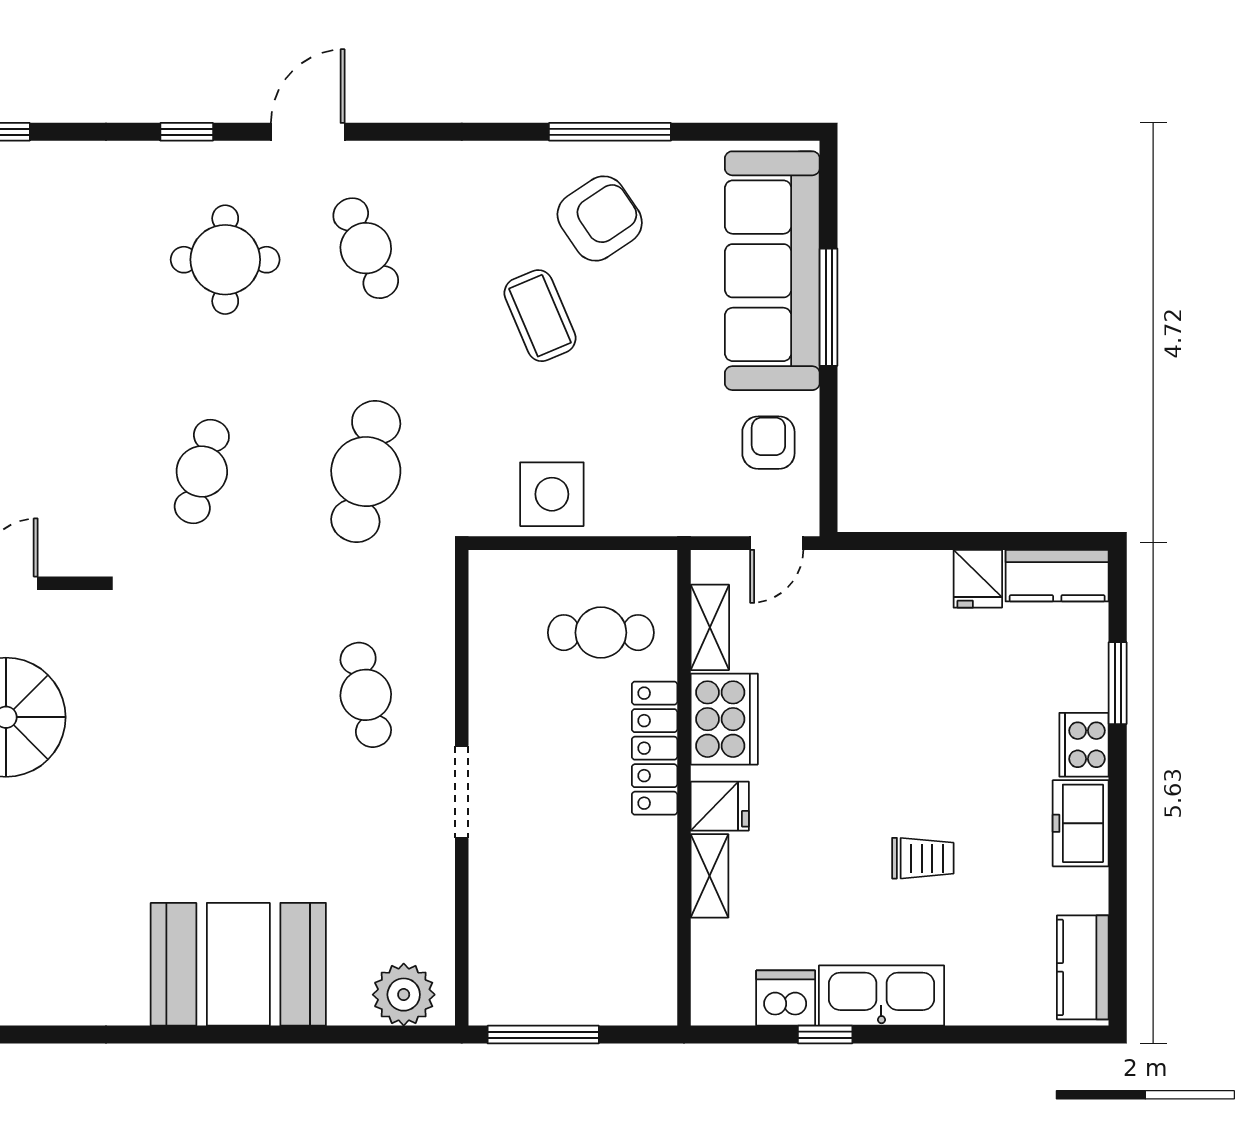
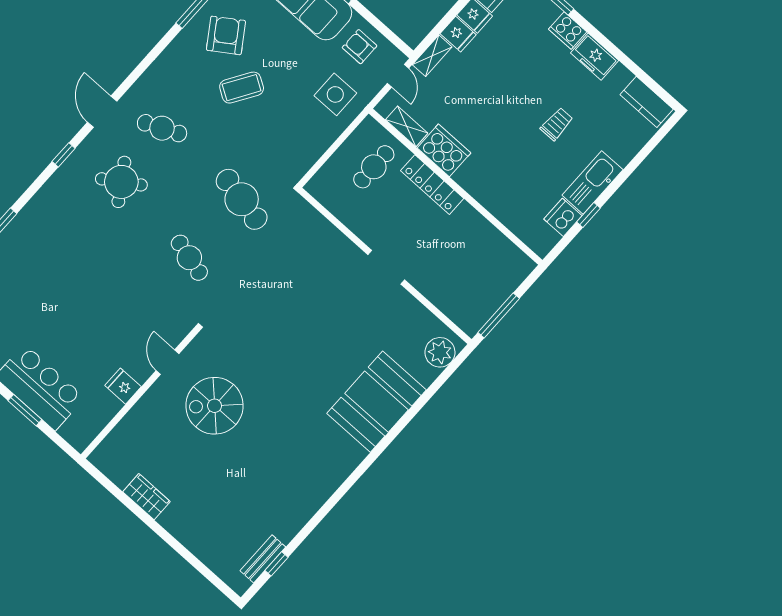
round table: (225, 260) -> (121, 182), turned -33
coffee table: (540, 316) -> (242, 88), turned -35
side table: (552, 494) -> (335, 94), moved
cafe table: (366, 695) -> (321, 270), removed
fridge: (720, 806) -> (458, 34), moved, turned 90
shelving: (709, 876) -> (432, 56), moved, turned 90

